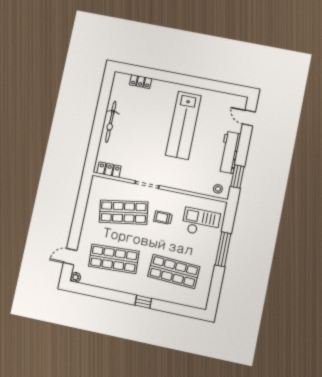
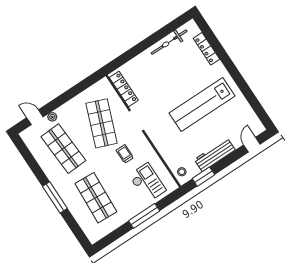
locker: (141, 82) -> (206, 49), width x1.53
bicycle: (111, 122) -> (169, 42), moved
locker: (109, 170) -> (124, 89), width x1.53
shop shelf: (124, 212) -> (102, 123), turned 30
plant: (75, 277) -> (52, 117), moved
window: (143, 302) -> (55, 197), width x2.17

